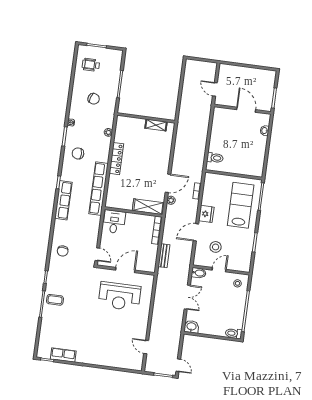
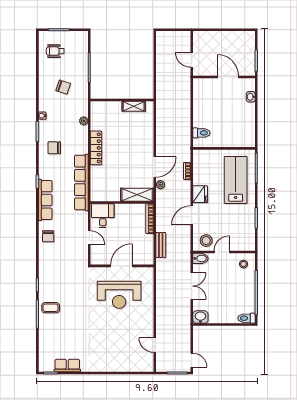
stool: (216, 247) -> (206, 241), moved
chair: (63, 251) -> (48, 236), moved
door: (97, 254) -> (89, 238), moved

